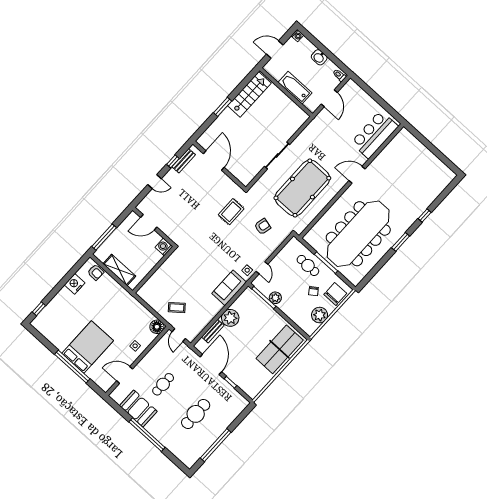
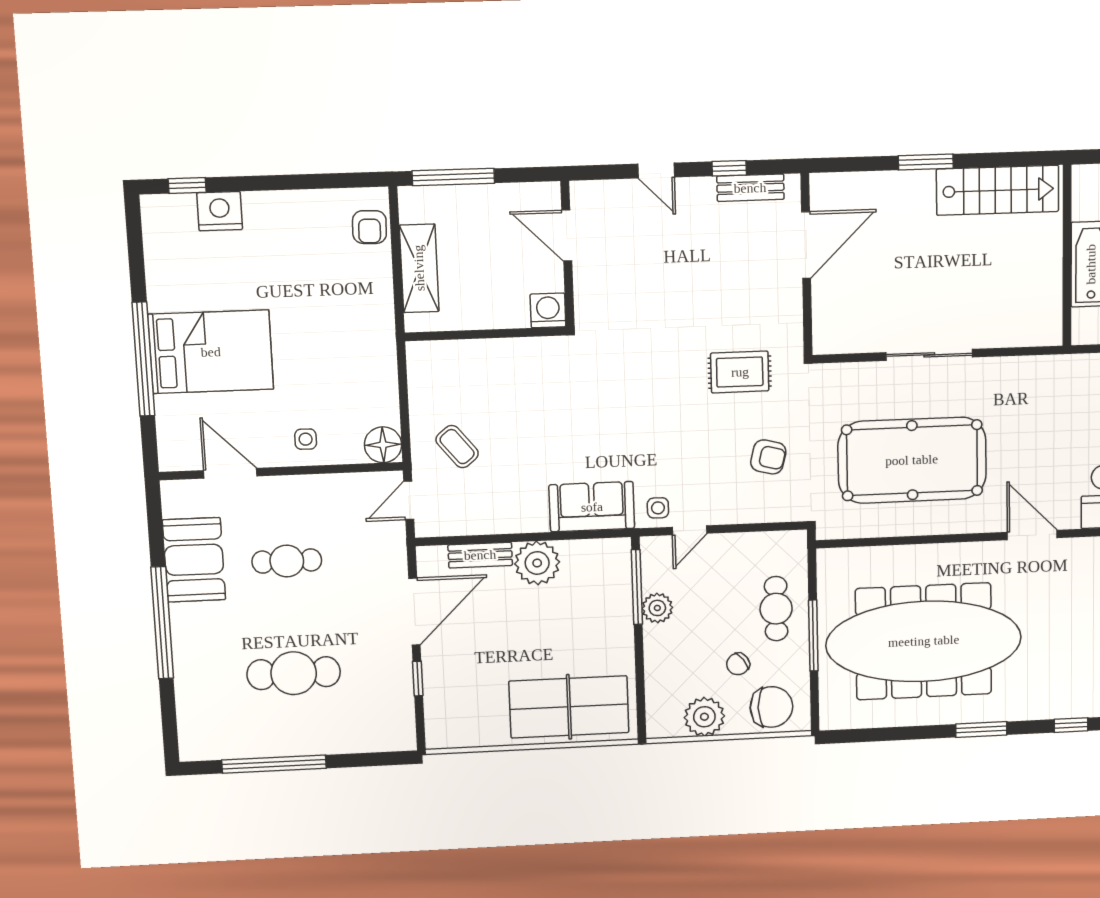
nightstand: (75, 284) -> (220, 211), moved

